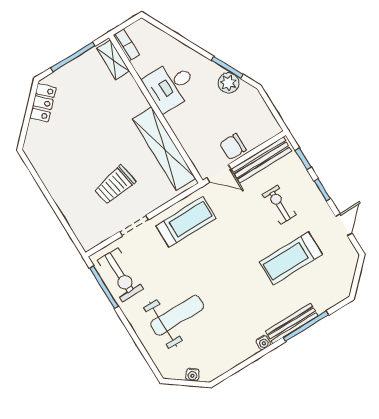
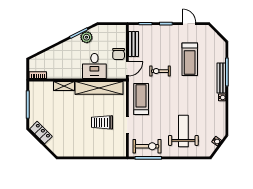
shelving: (113, 60) -> (64, 86), moved
desk: (170, 85) -> (94, 66), moved
bench: (262, 160) -> (133, 44), width x0.73
trolley: (115, 185) -> (102, 122), turned 100
exercise bike: (279, 205) -> (160, 71), moved

